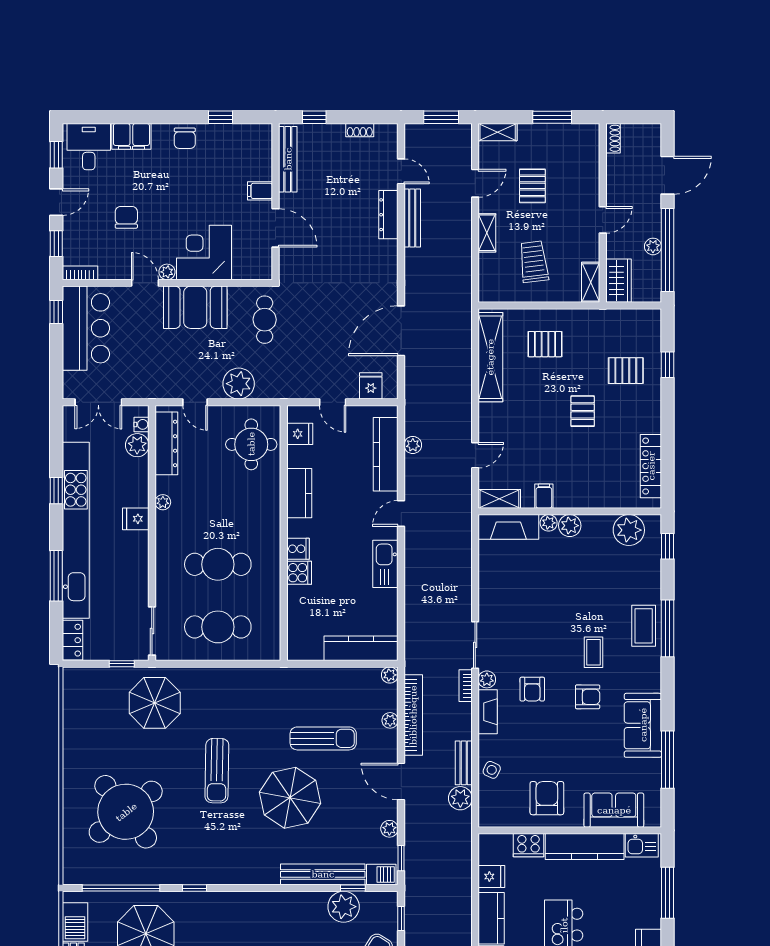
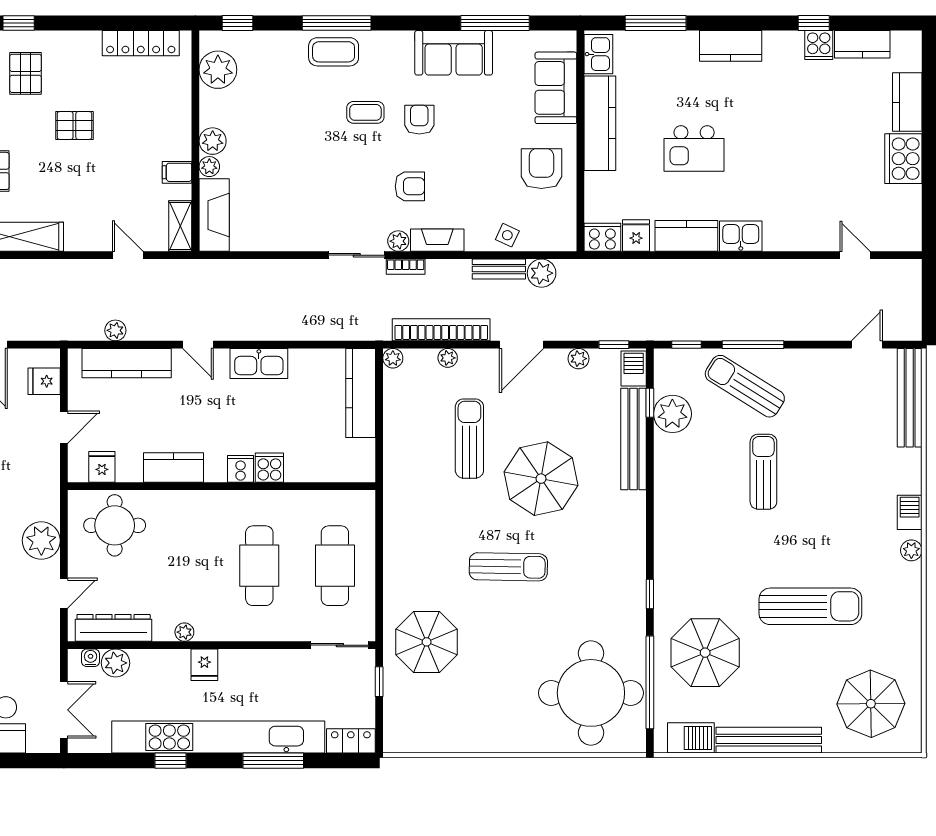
armchair: (547, 798) -> (541, 169), turned 90
round table: (126, 812) -> (591, 693), moved, turned 38
cooker: (528, 845) -> (602, 237), moved, turned -90

